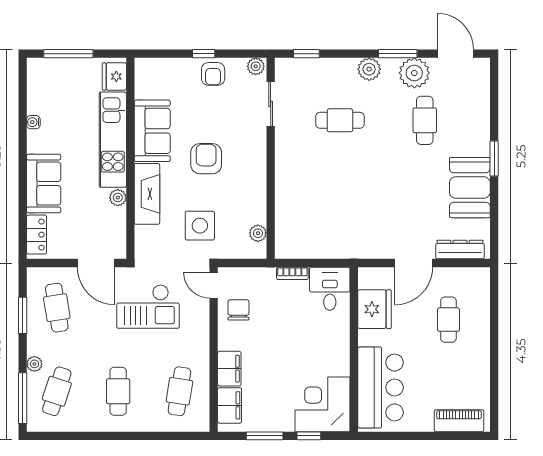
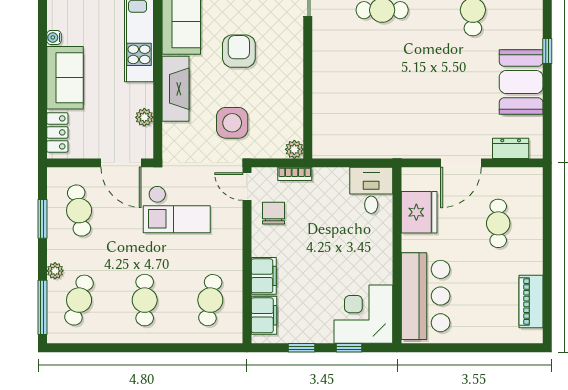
water cooler: (33, 122) -> (54, 37), moved
window: (494, 158) -> (547, 51), width x0.67
plant: (118, 198) -> (144, 117), moved
plant: (258, 233) -> (294, 149), moved
dresser: (460, 249) -> (511, 148), width x0.70
bookcase: (292, 273) -> (295, 174), moved
piano: (459, 421) -> (531, 301), moved, turned -90
window: (265, 436) -> (302, 348), width x0.67

